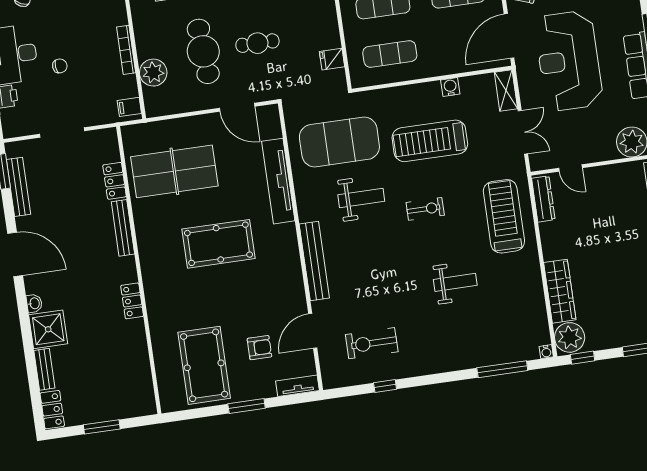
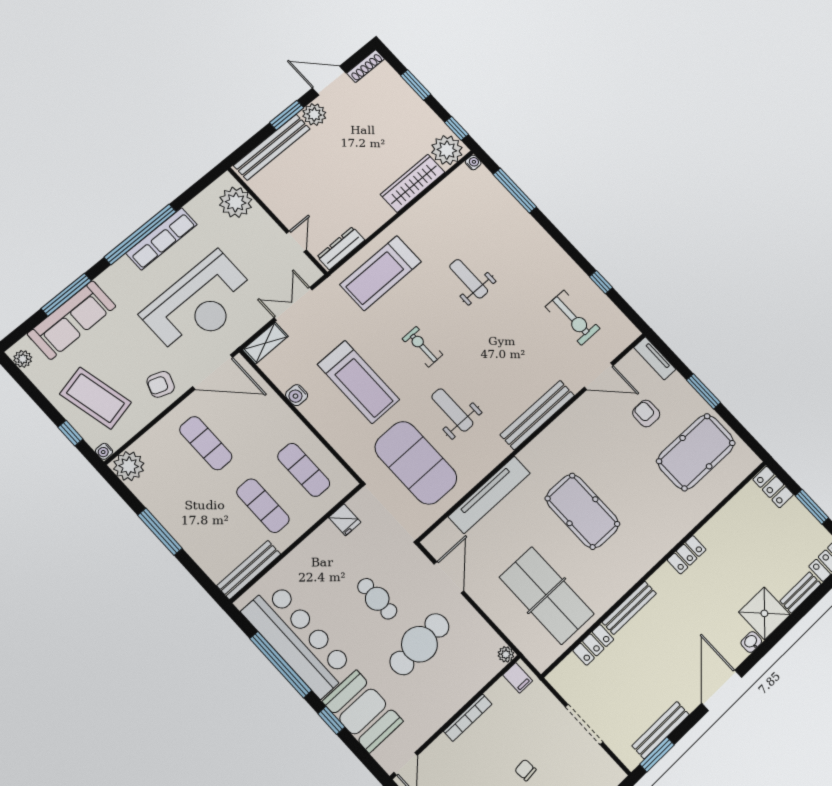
plant: (153, 73) -> (506, 654), moved, width x0.53, depth x0.53
locker: (137, 407) -> (773, 487), added

